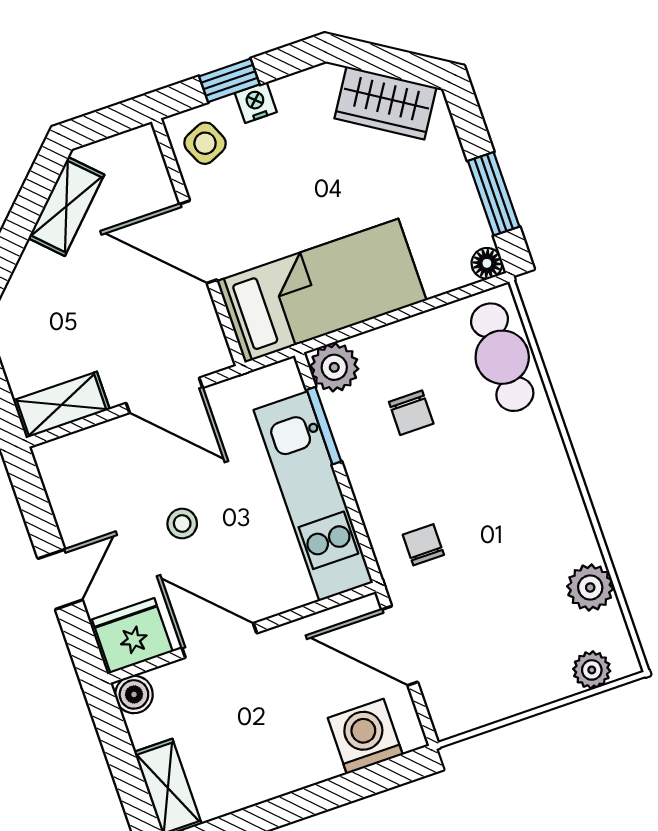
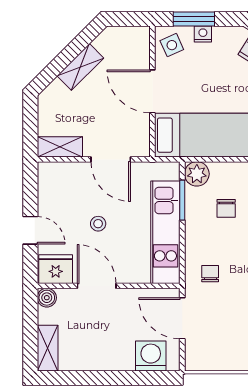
window: (229, 80) -> (194, 19), width x1.50
shelving: (66, 206) -> (80, 67), moved
door: (60, 579) -> (30, 230), hinge flipped

